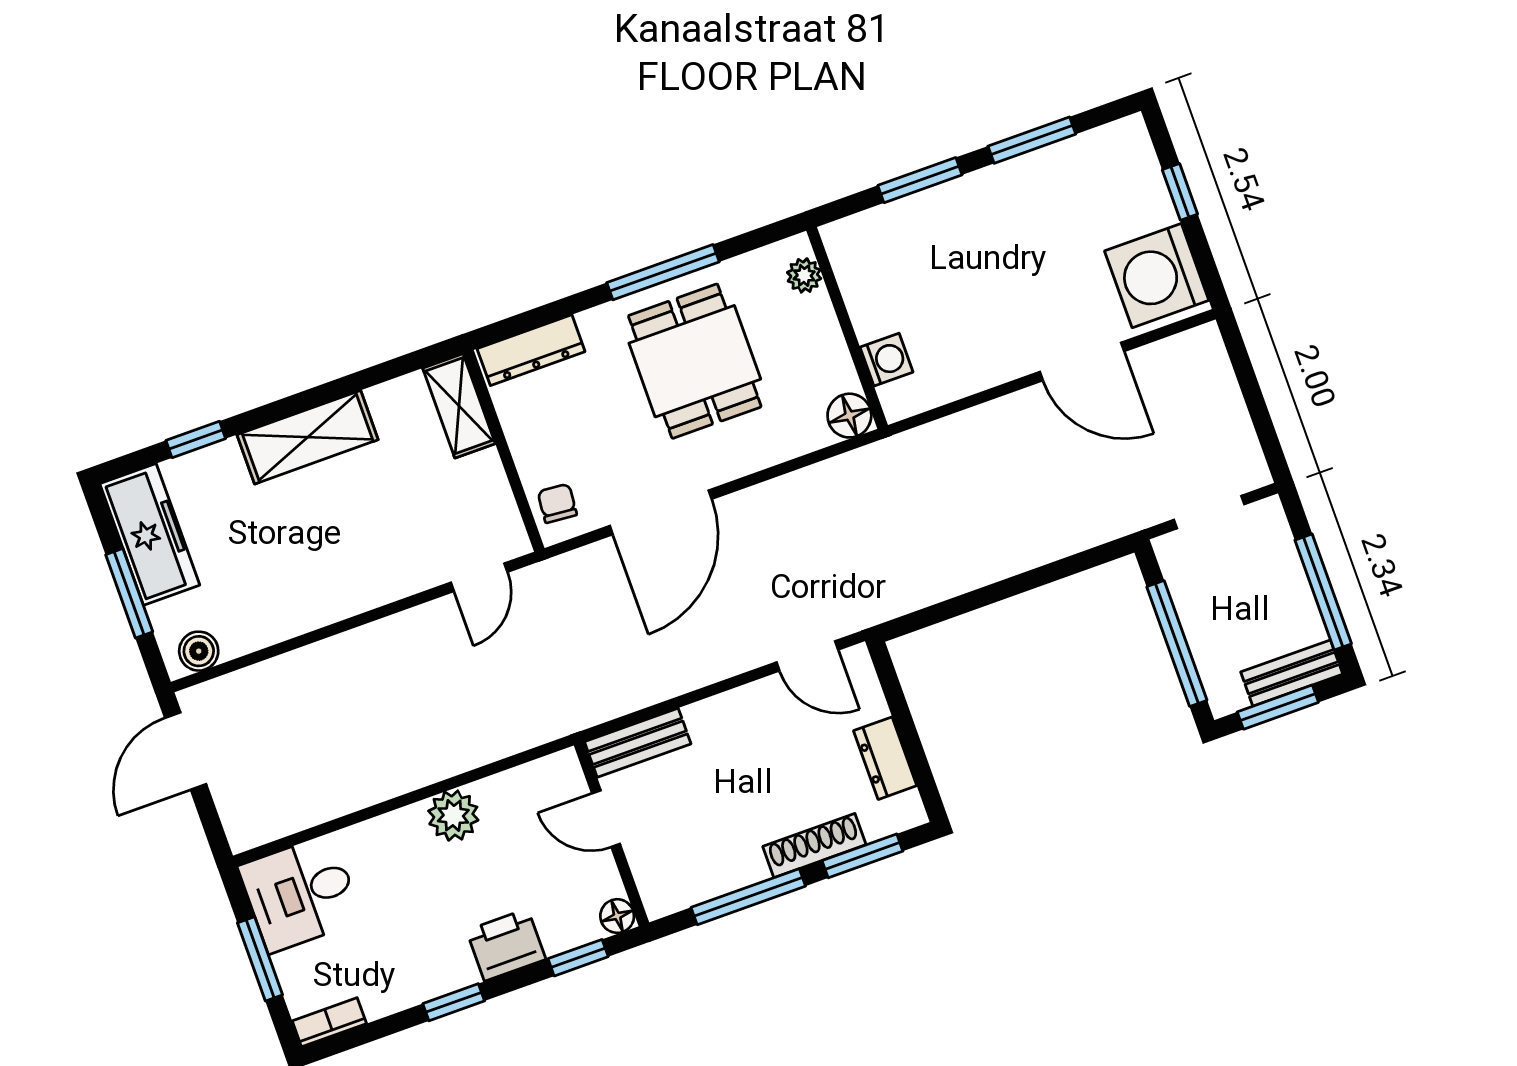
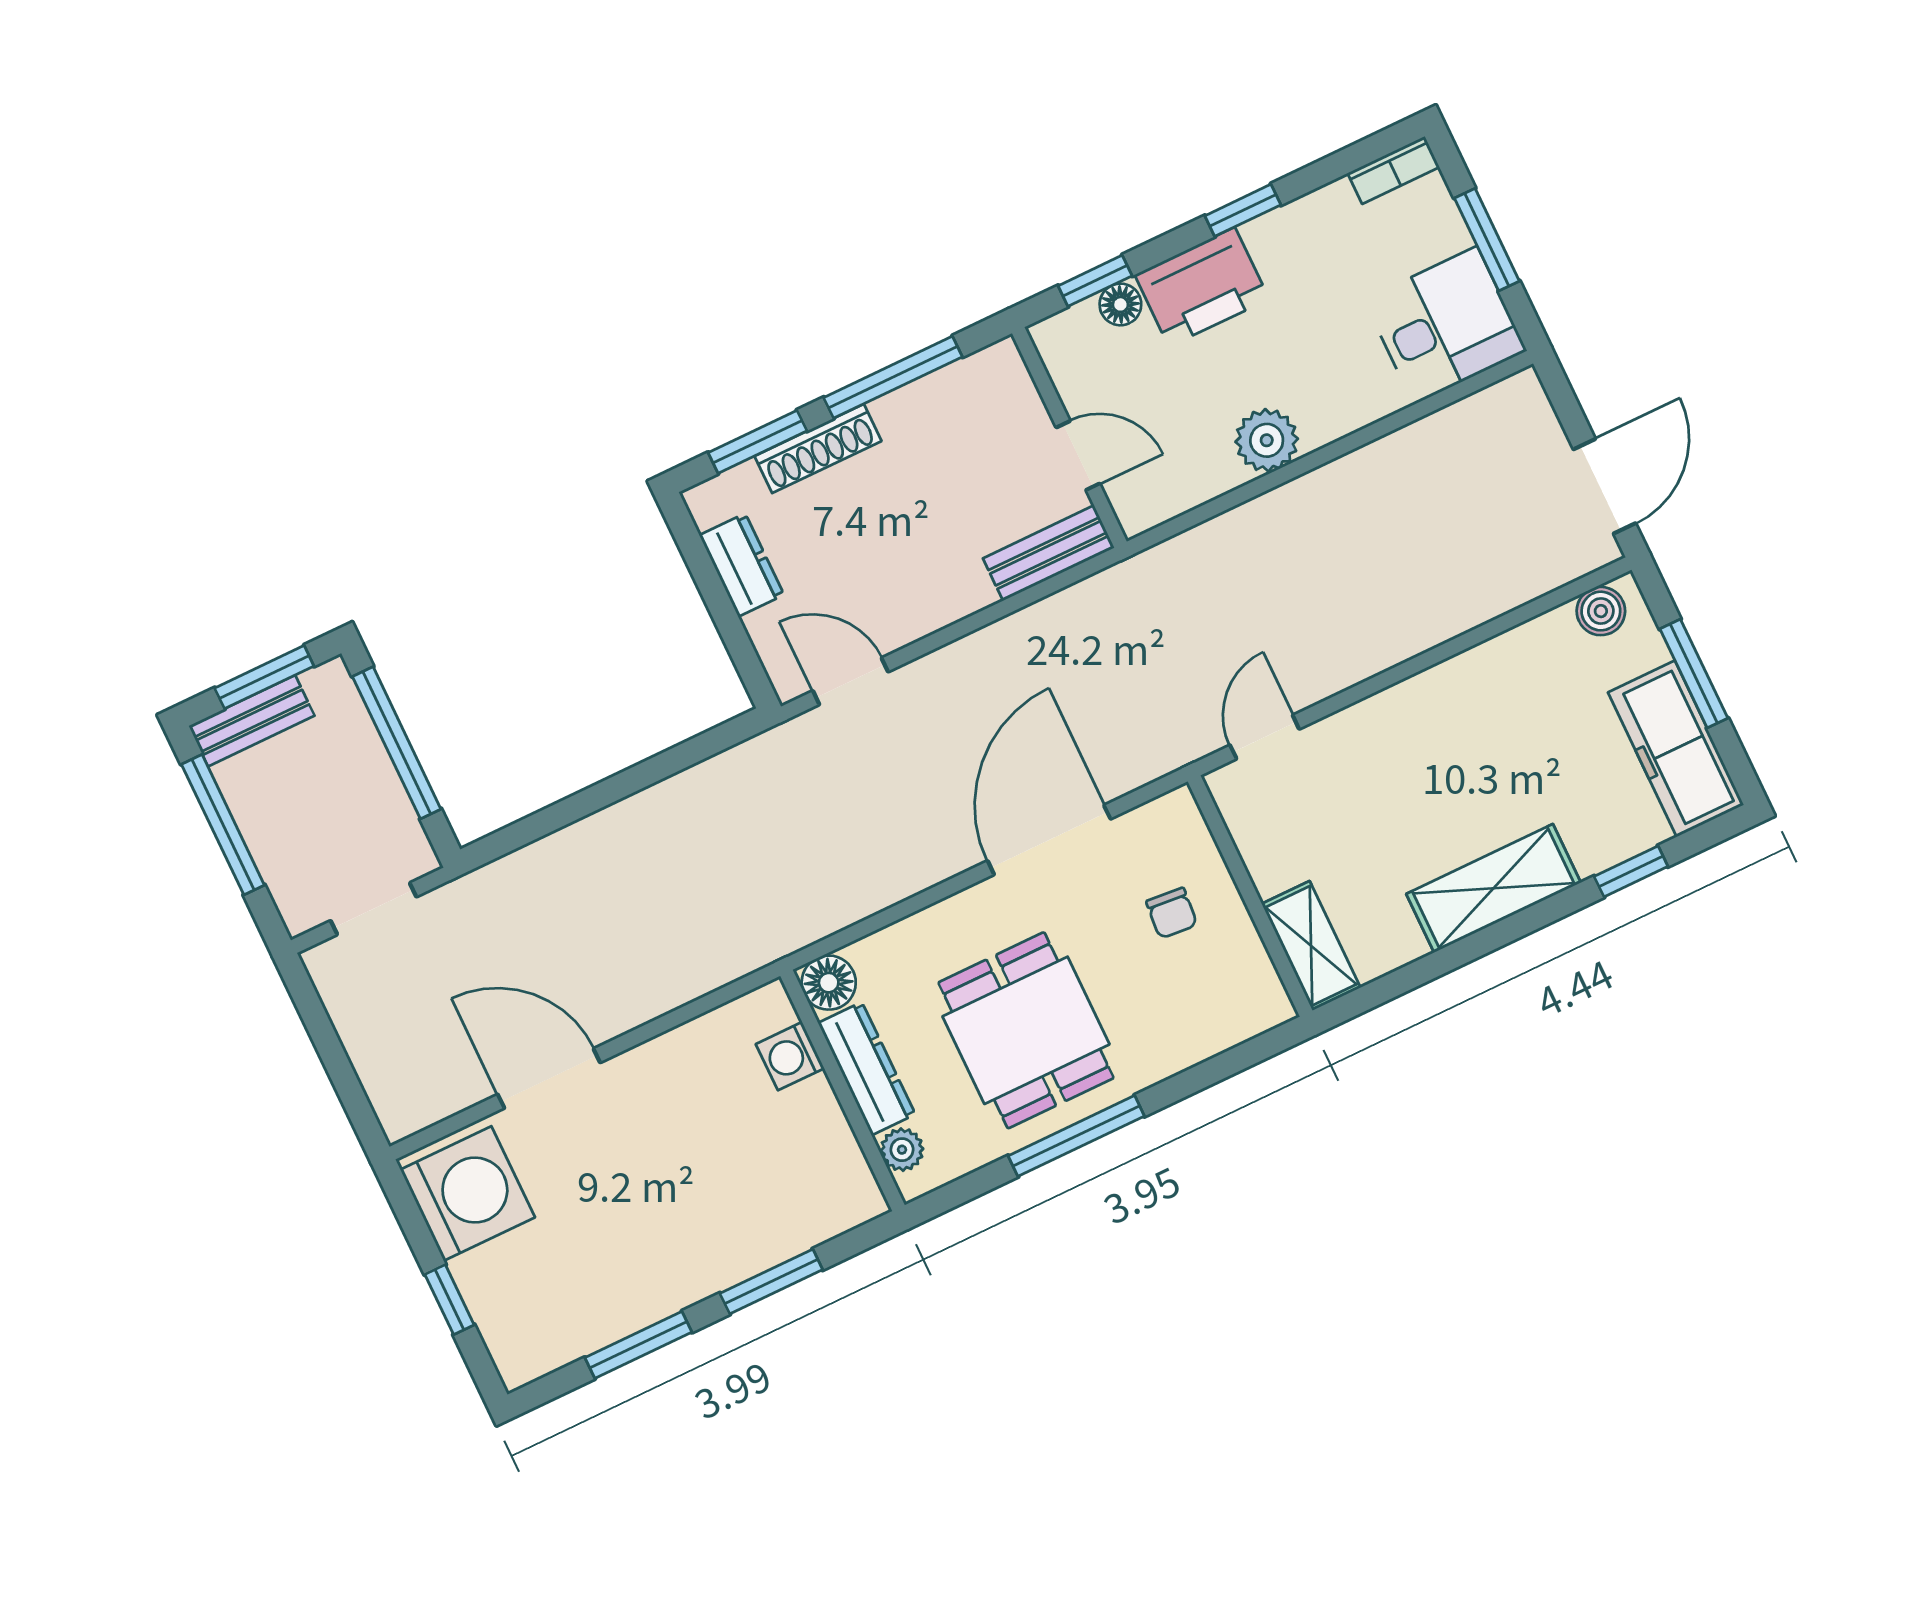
dresser: (531, 350) -> (867, 1069), moved, turned 90
chair: (557, 503) -> (1172, 913), moved
floor lamp: (617, 916) -> (1120, 304), moved
printer: (506, 945) -> (1202, 287), width x1.37, depth x1.19

